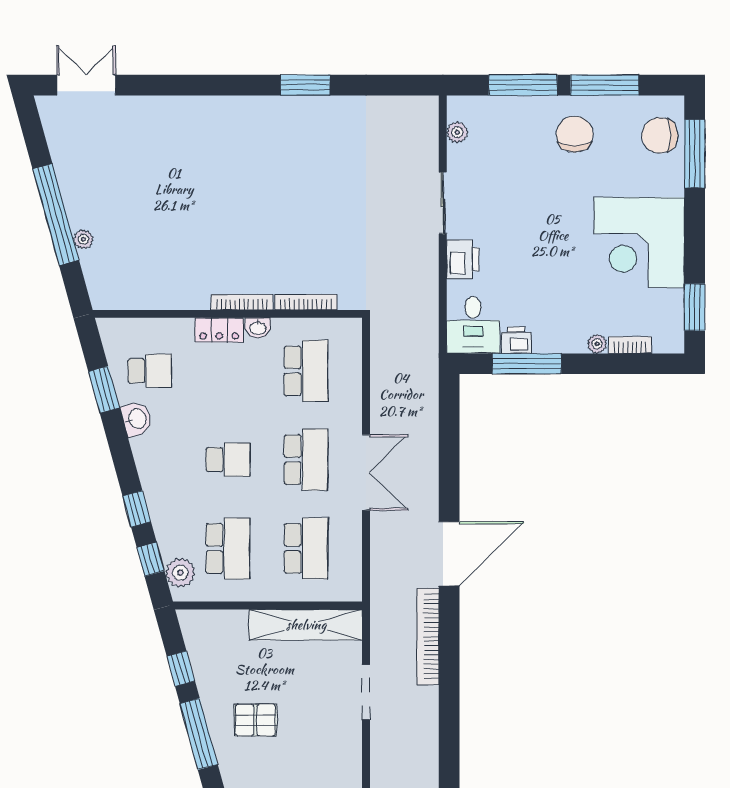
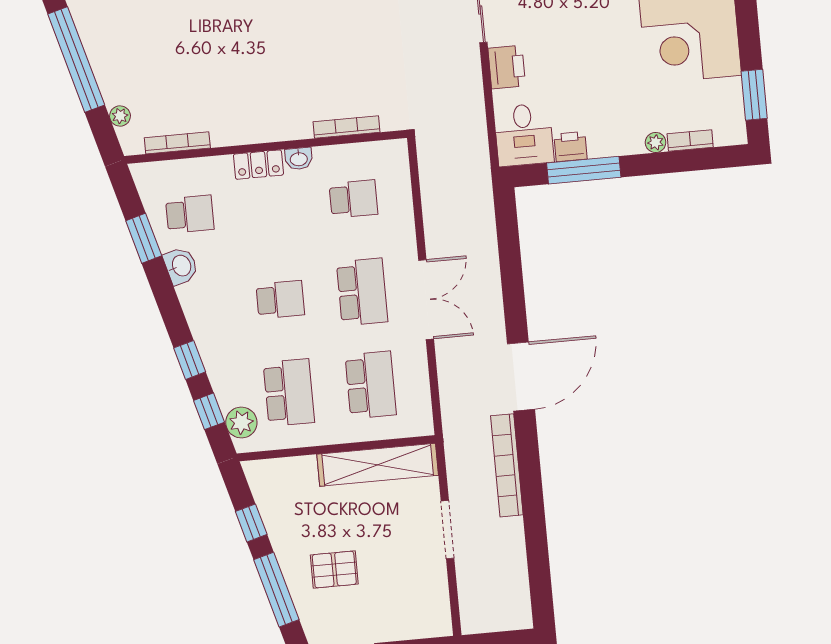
plant: (83, 239) -> (120, 116), moved
bookcase: (242, 302) -> (177, 143), moved
school desk: (306, 371) -> (353, 199), width x0.54

